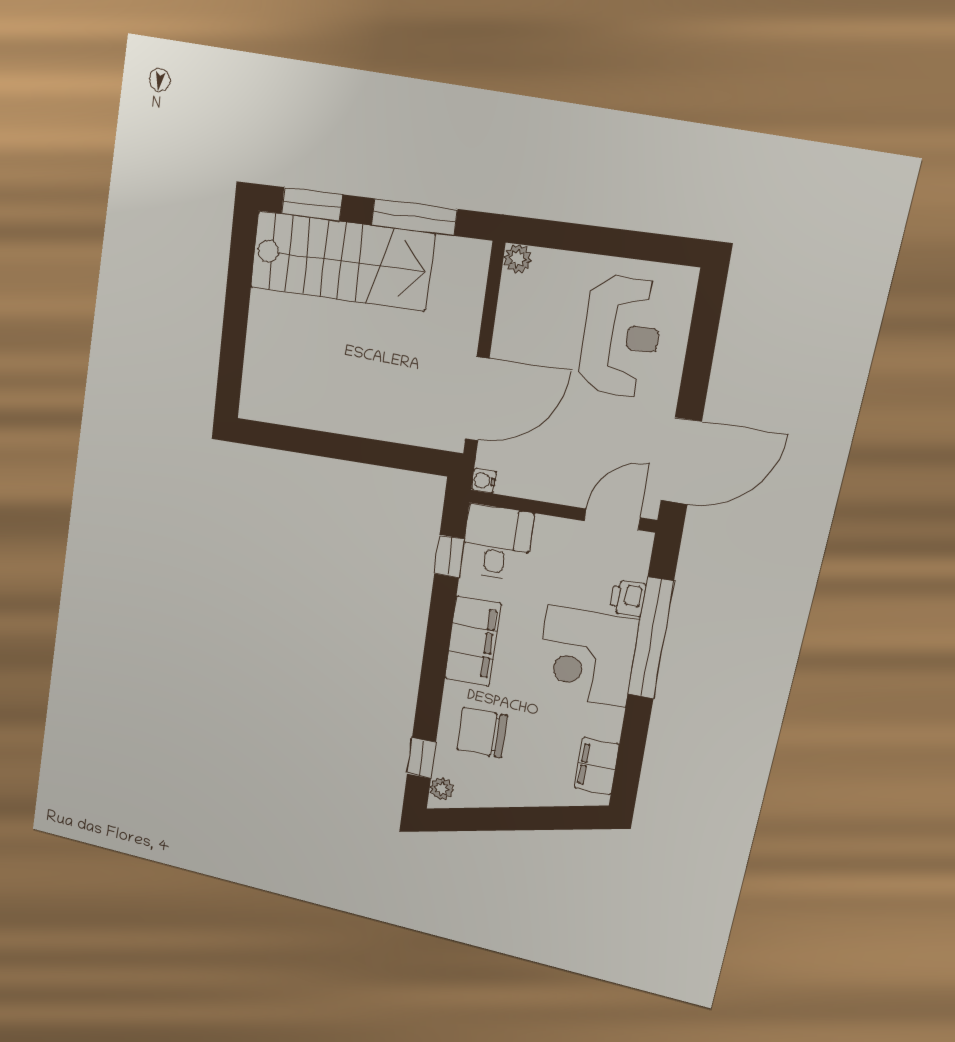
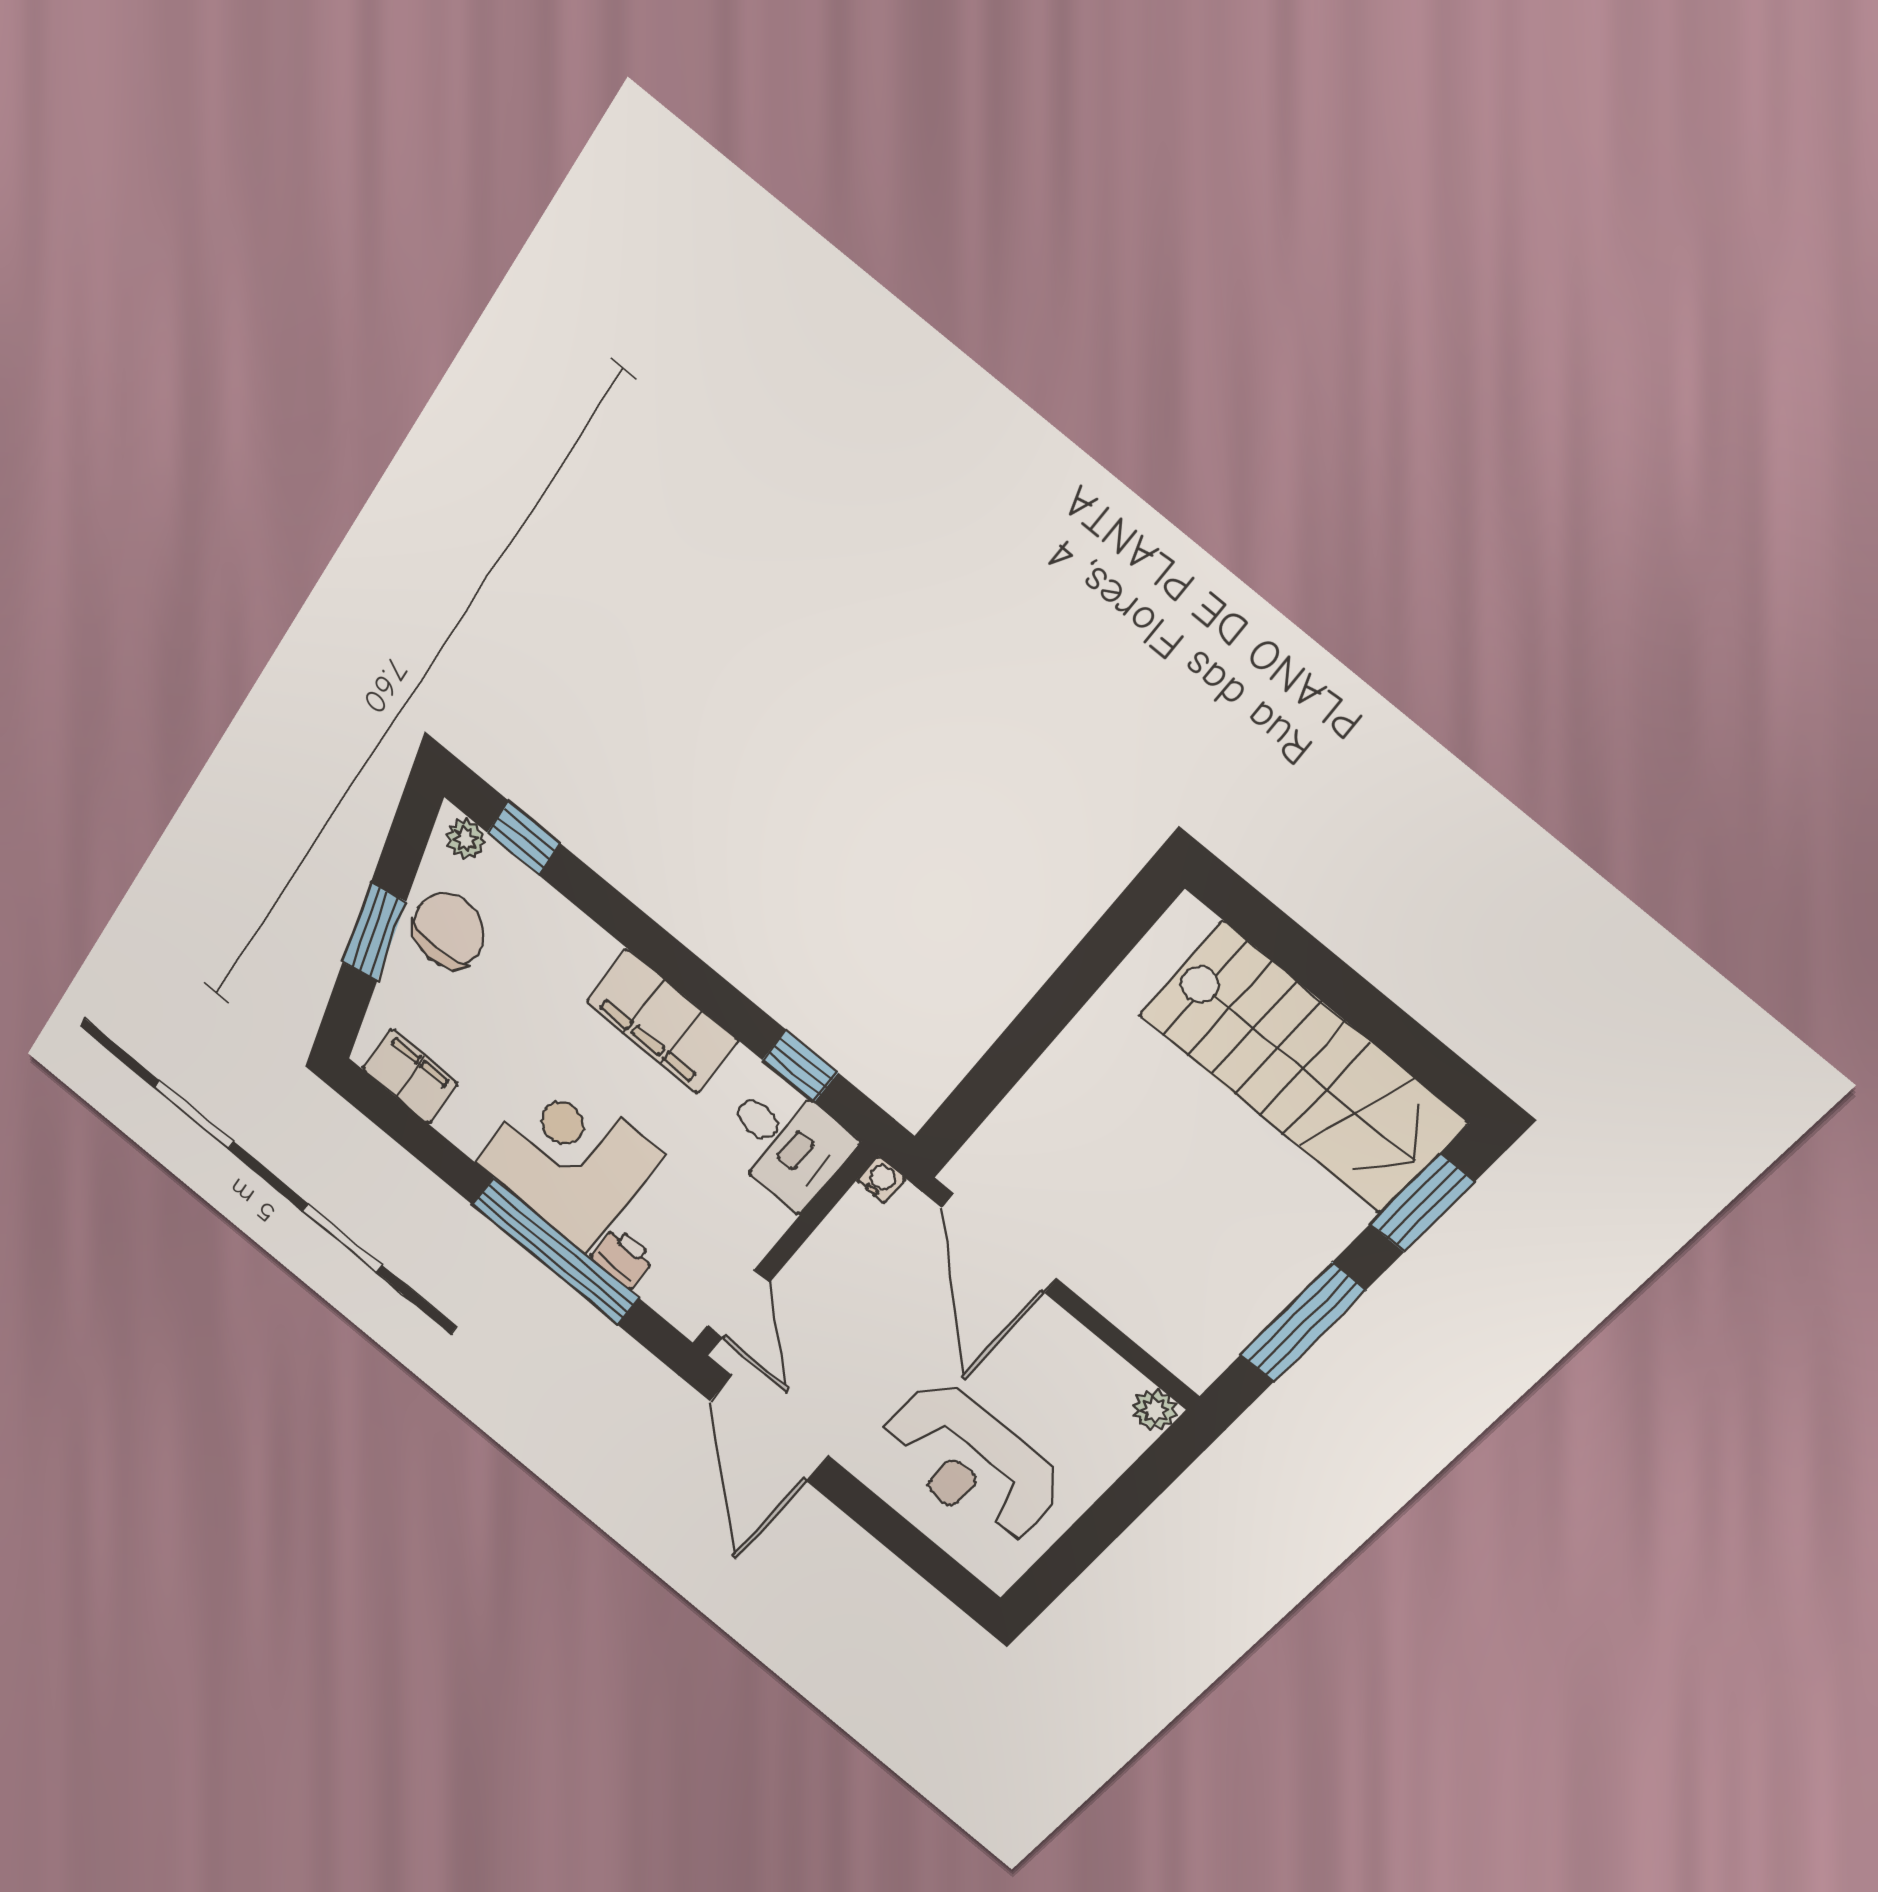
stairs: (341, 261) -> (1302, 1069), moved, turned -90
chair: (482, 732) -> (448, 931), moved
window: (525, 819) -> (374, 932), added

